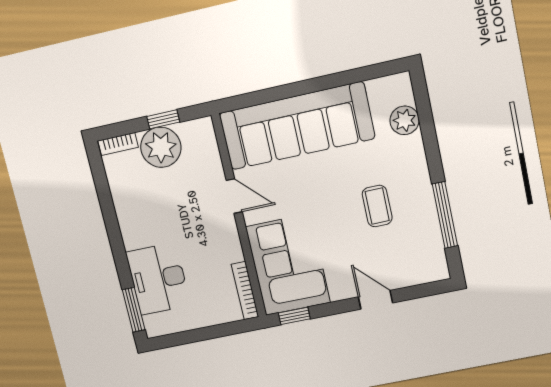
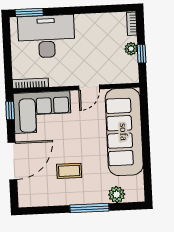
plant: (161, 147) -> (131, 49), width x0.53, depth x0.53
window: (445, 215) -> (89, 208), moved
desk: (158, 279) -> (46, 36), width x1.36, depth x1.30
door: (375, 300) -> (12, 161), width x1.88

